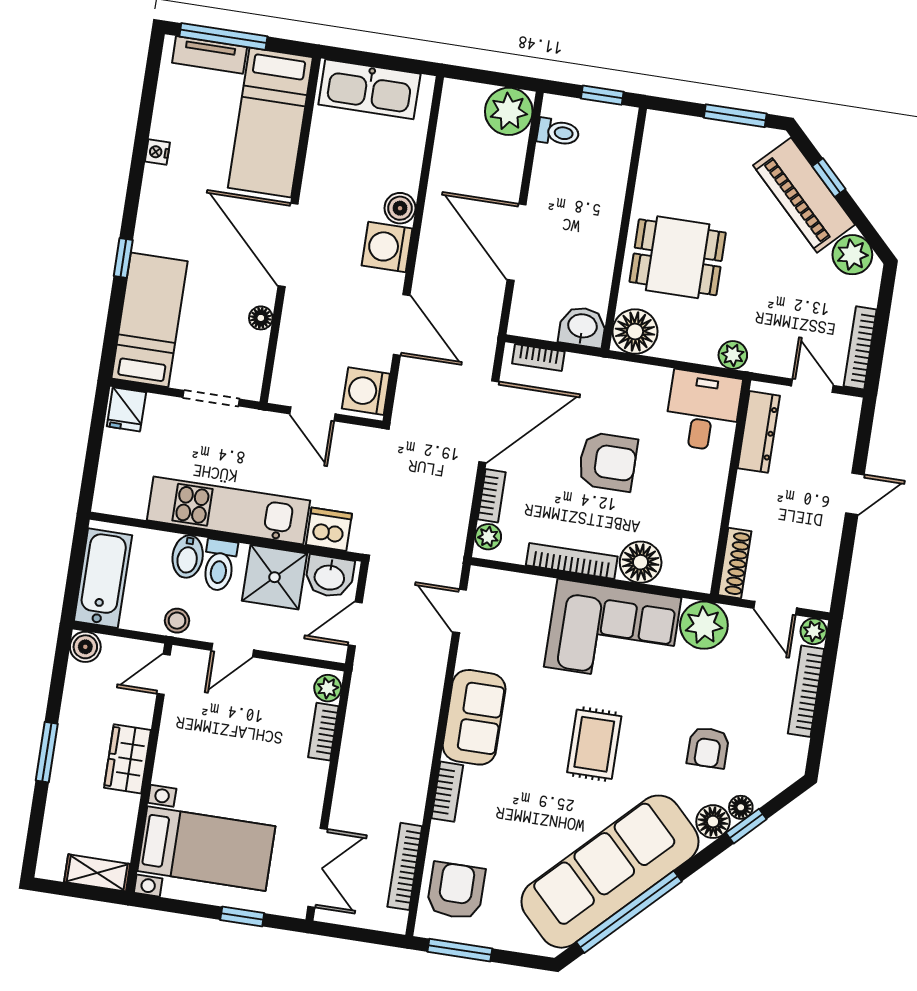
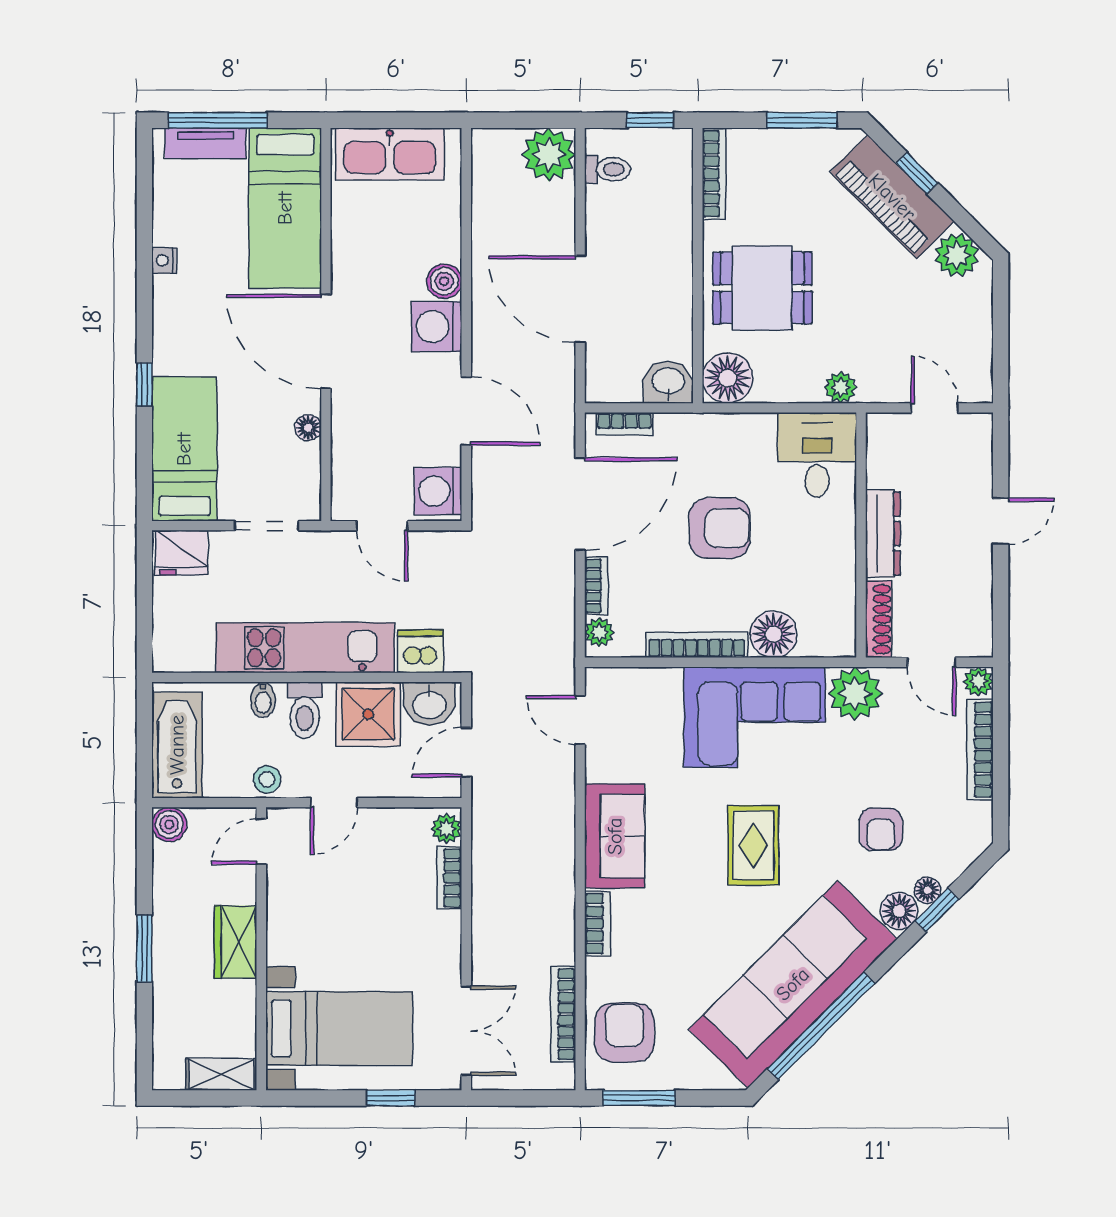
bookcase: (860, 348) -> (714, 174), moved, turned 180
fridge: (126, 409) -> (181, 553), width x1.38
dresser: (759, 432) -> (883, 533), moved
bidet: (188, 557) -> (263, 700), width x0.72, depth x0.74

